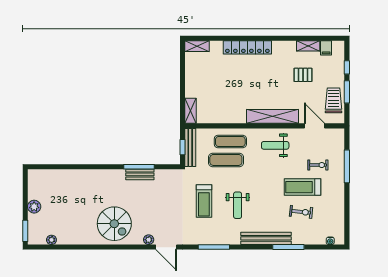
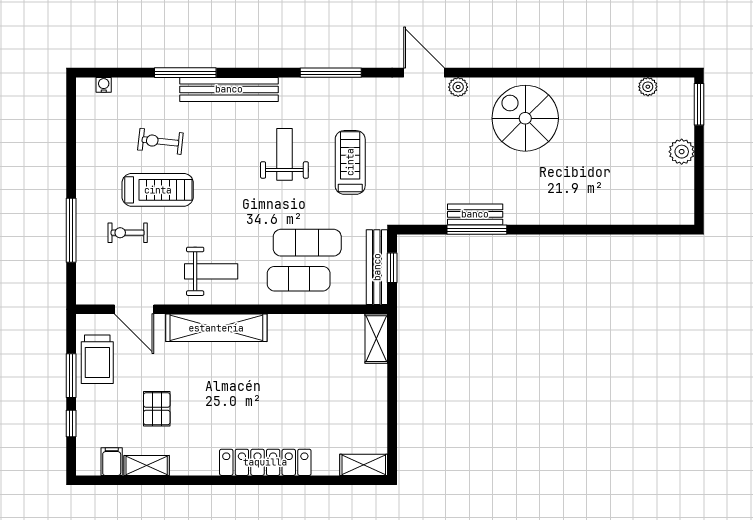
pallet: (303, 75) -> (157, 409), turned 90

